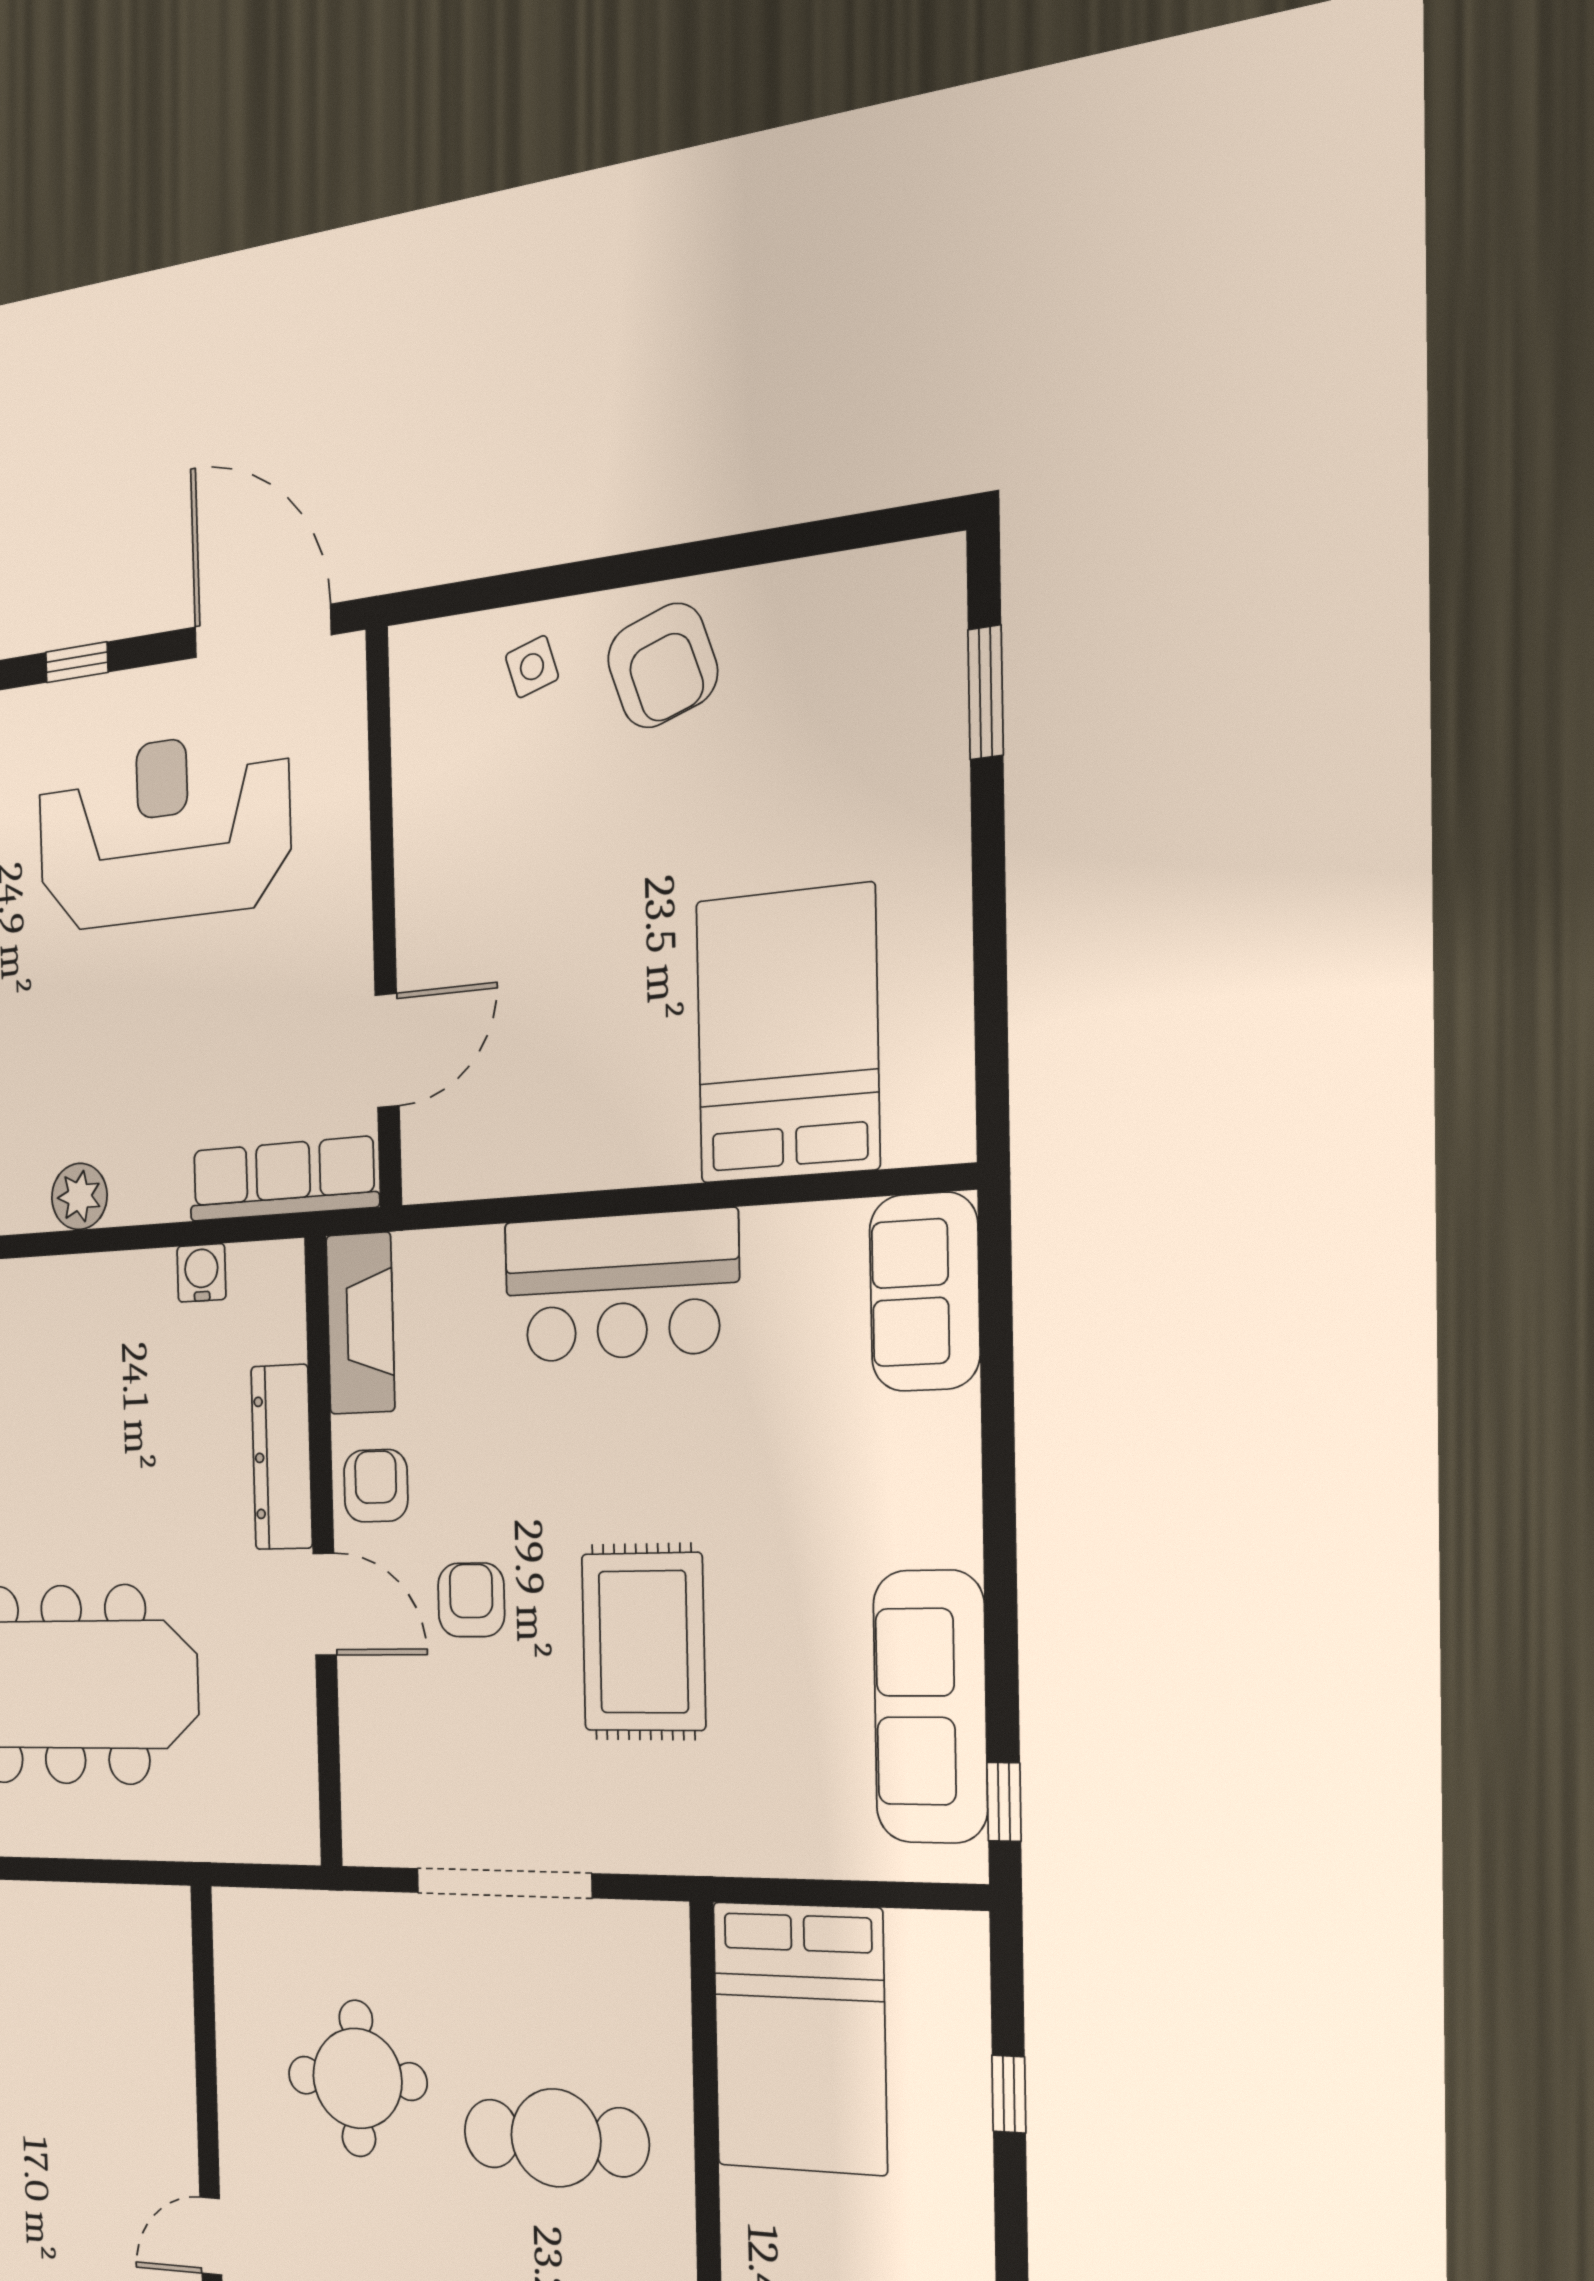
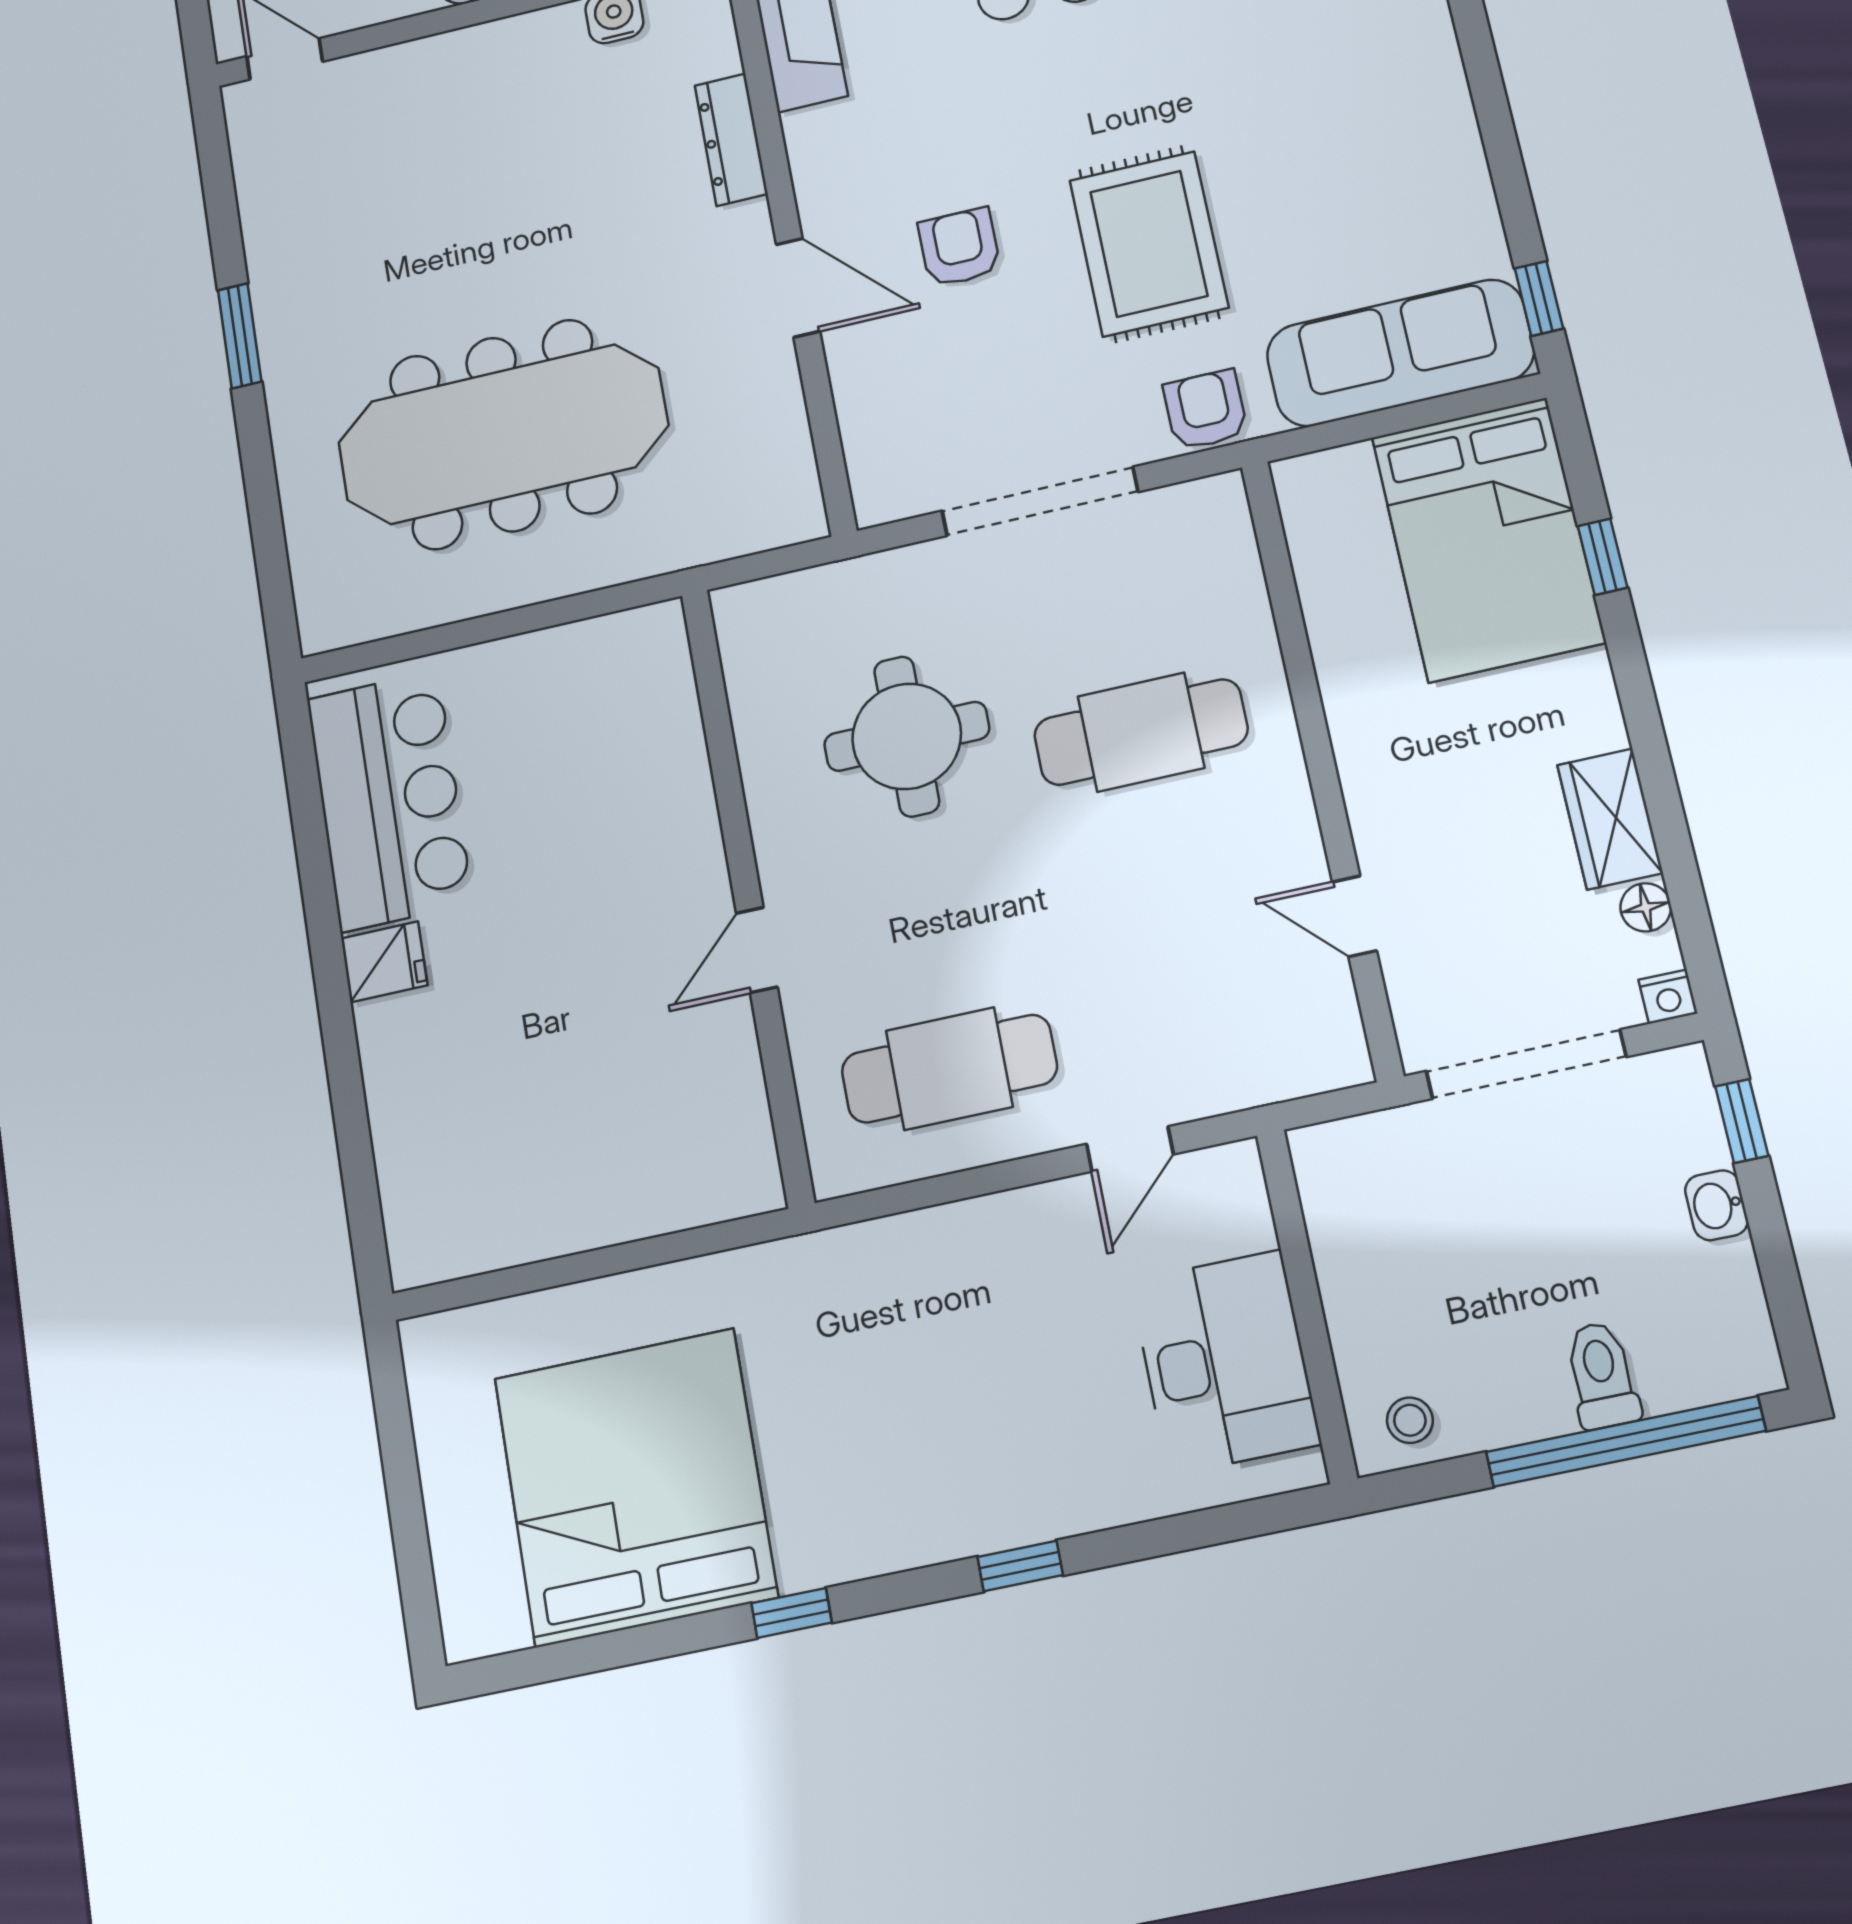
dresser: (282, 1457) -> (731, 140), width x0.73, depth x0.80
armchair: (376, 1486) -> (1205, 410), moved
sofa: (930, 1707) -> (1400, 353), moved, turned 90
bed: (800, 2038) -> (1488, 539), moved

